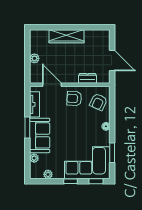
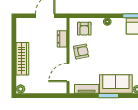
plant: (34, 58) -> (21, 89), moved
armchair: (74, 99) -> (81, 51), turned -104
armchair: (98, 102) -> (84, 29), turned 65

